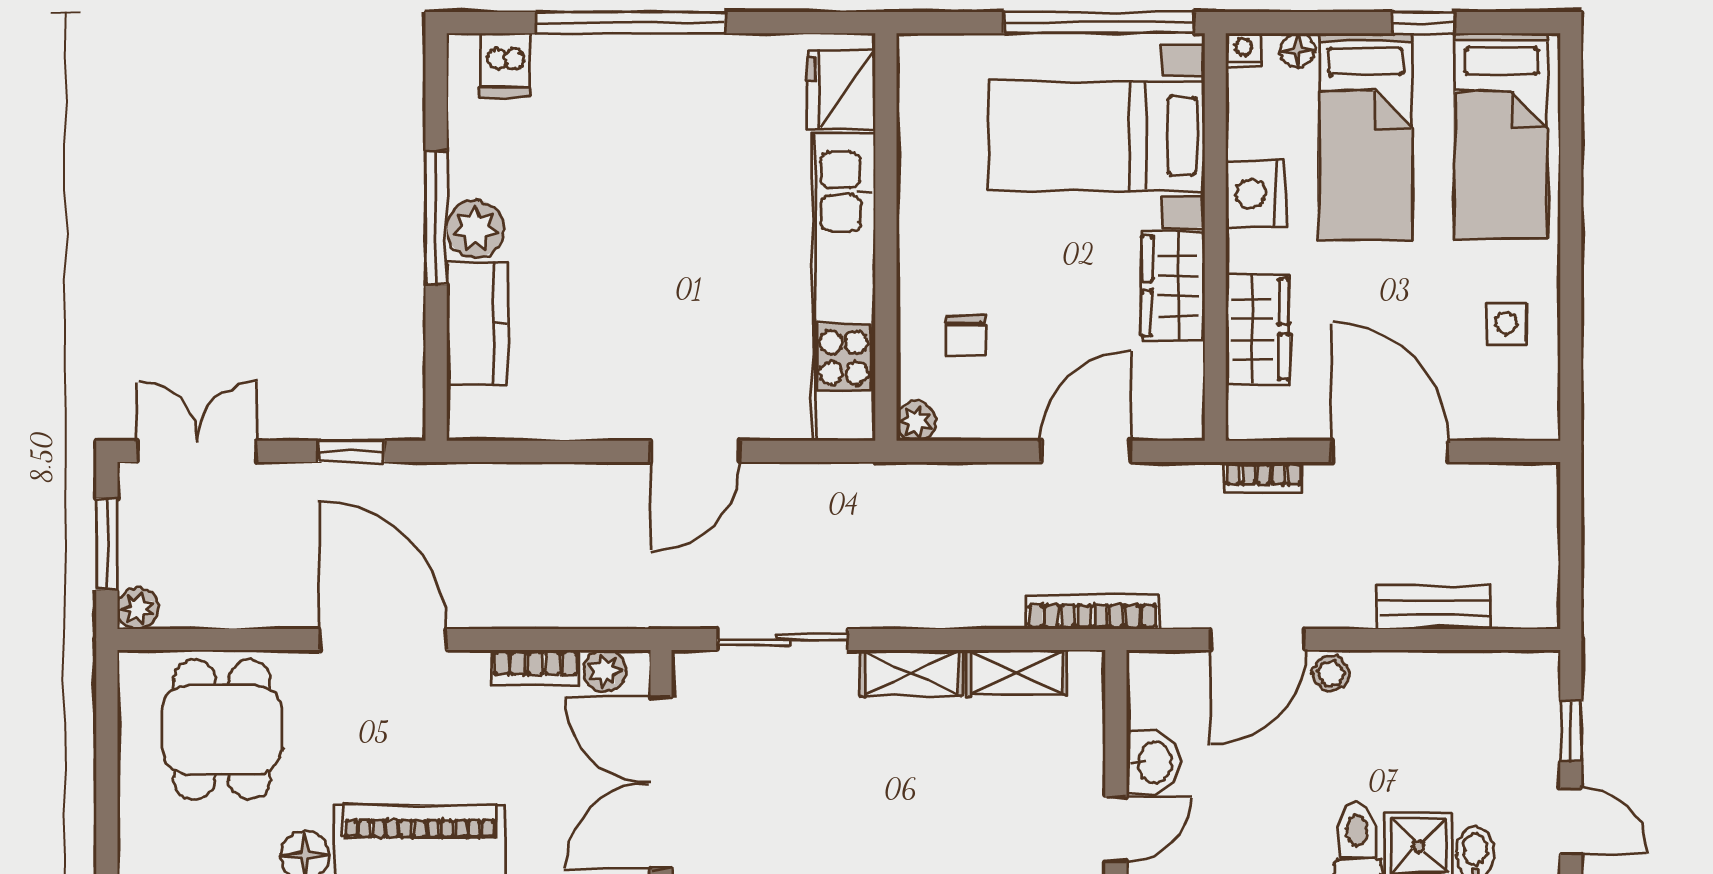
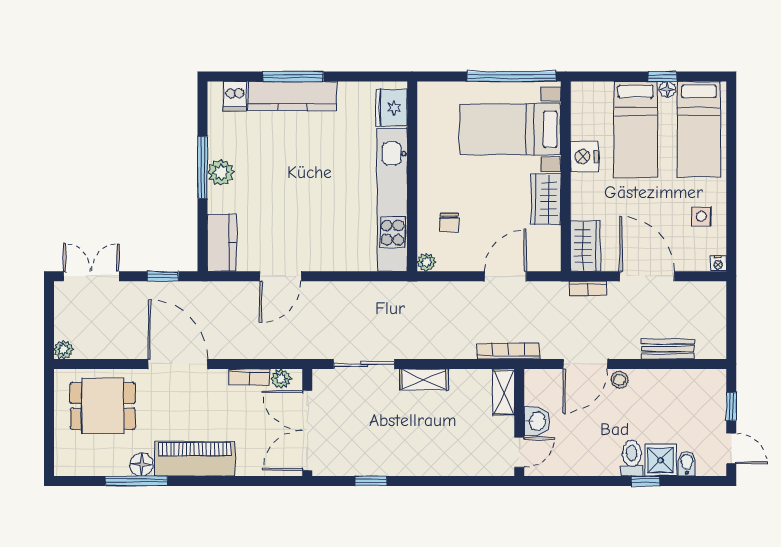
window: (631, 23) -> (293, 76), width x0.68
nightstand: (1244, 50) -> (718, 264), moved, turned 180
floor lamp: (1298, 50) -> (667, 89), moved
kitchen counter: (629, 65) -> (292, 96), added
kitchen counter: (477, 323) -> (222, 243), moved
wardrobe: (1257, 329) -> (585, 246), moved
door: (695, 451) -> (280, 276), moved
window: (107, 544) -> (49, 319), removed
shelving: (1017, 673) -> (504, 392), moved, turned 90
dining table: (222, 730) -> (103, 406), turned 90

